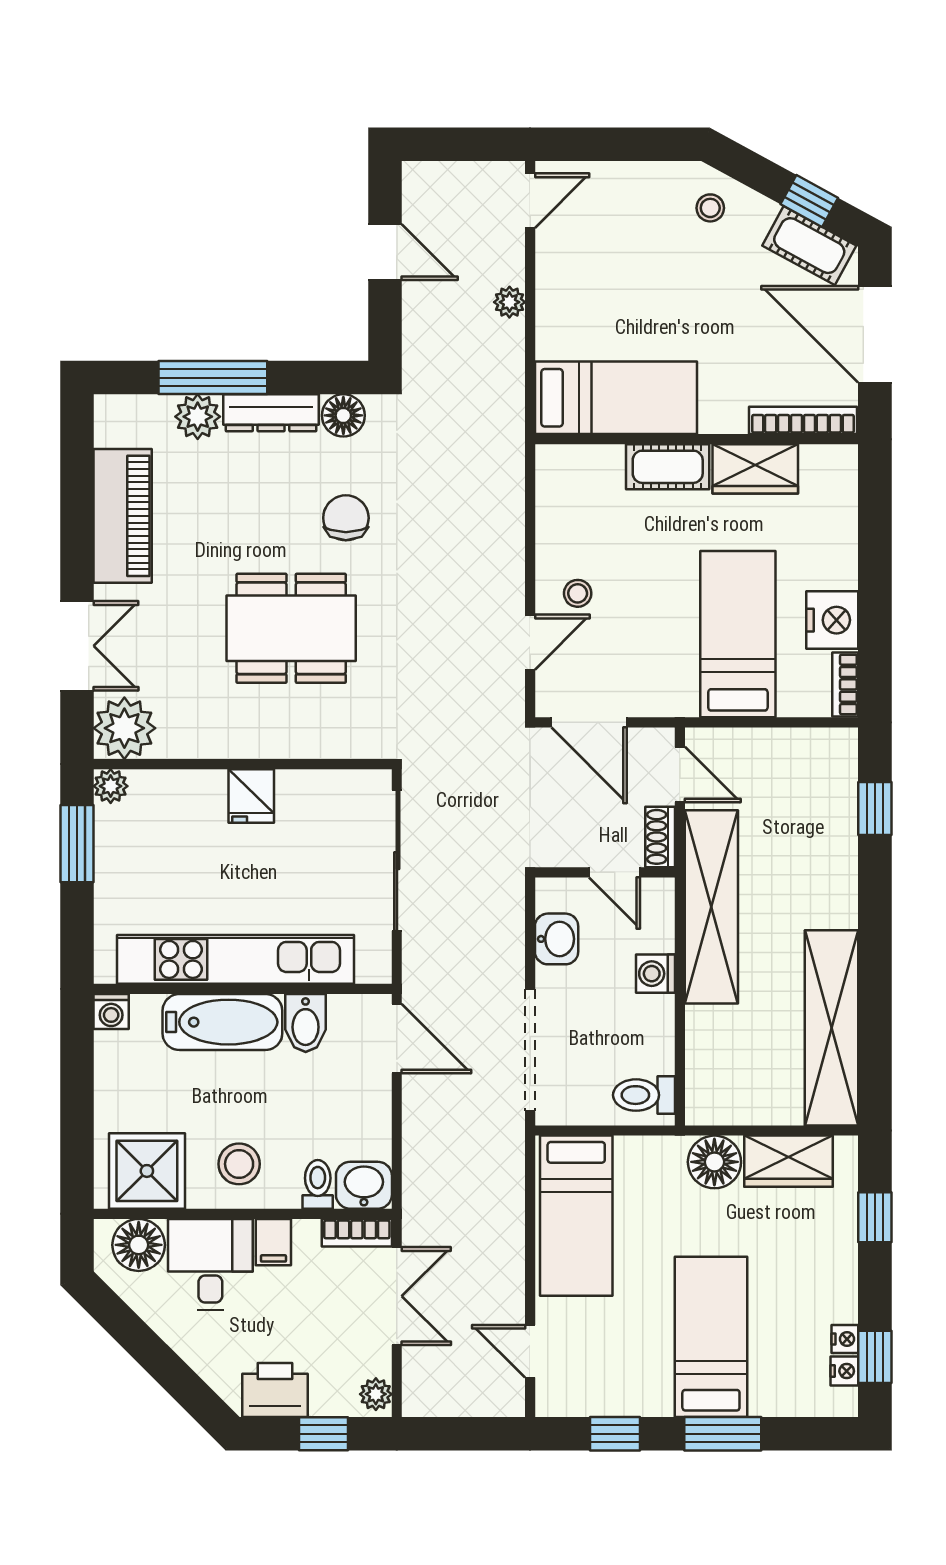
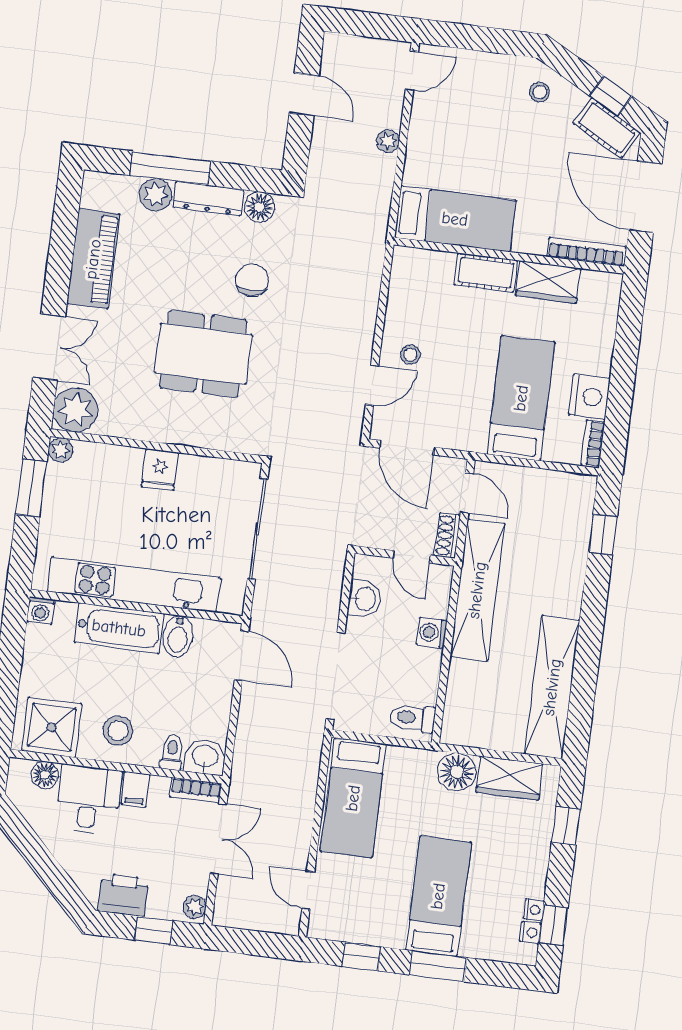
floor lamp: (139, 1245) -> (45, 775), width x0.73, depth x0.73

